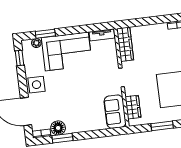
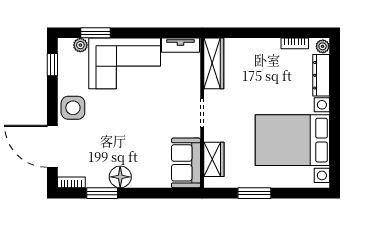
floor lamp: (58, 128) -> (120, 177), moved

